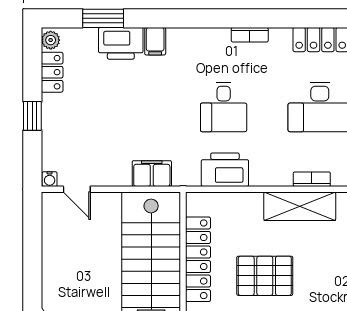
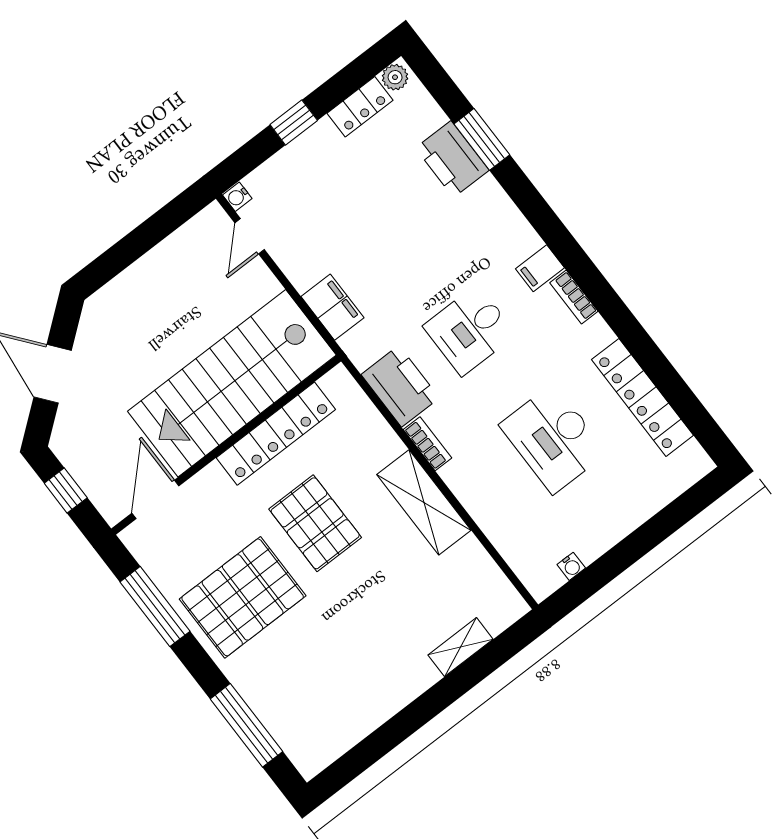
window: (103, 18) -> (482, 139), moved
filing cabinet: (155, 41) -> (540, 268), moved
bookcase: (312, 179) -> (427, 444), moved

